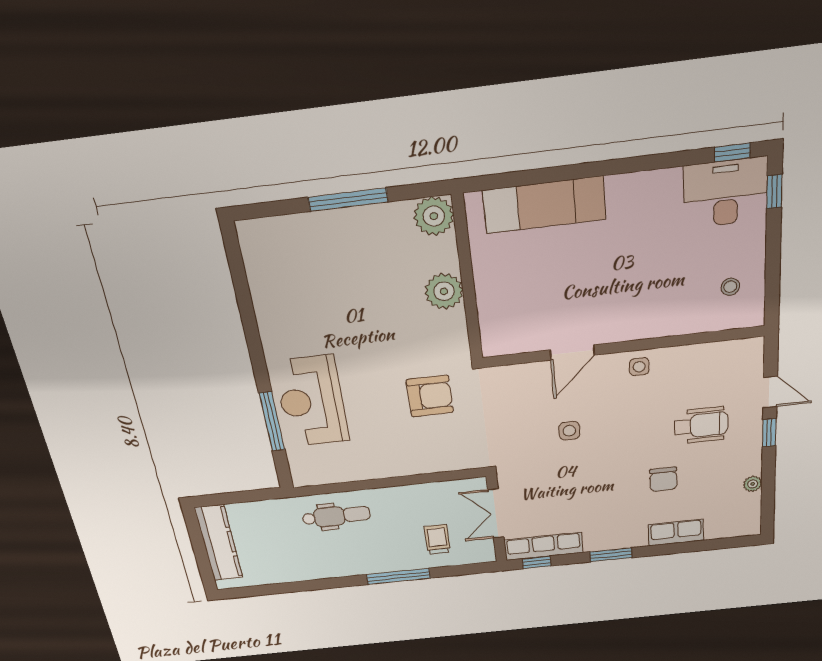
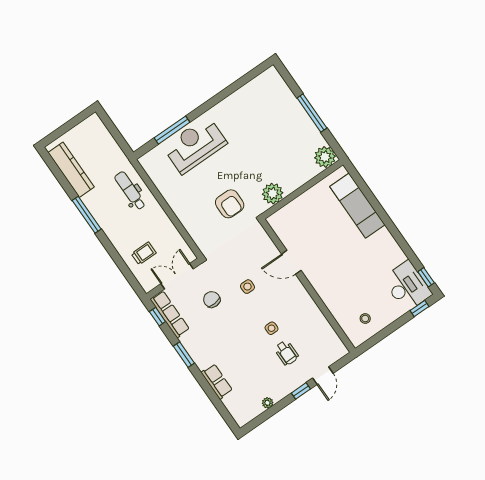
plant: (444, 291) -> (273, 194), moved
side table: (639, 367) -> (272, 328), moved
wheelchair: (701, 425) -> (286, 353), width x0.73, depth x0.73
chair: (663, 479) -> (212, 299), moved, turned 85
dental chair: (336, 516) -> (130, 191), turned 180
kitchen counter: (219, 543) -> (71, 170), moved, turned -90
window: (398, 576) -> (87, 215), moved

